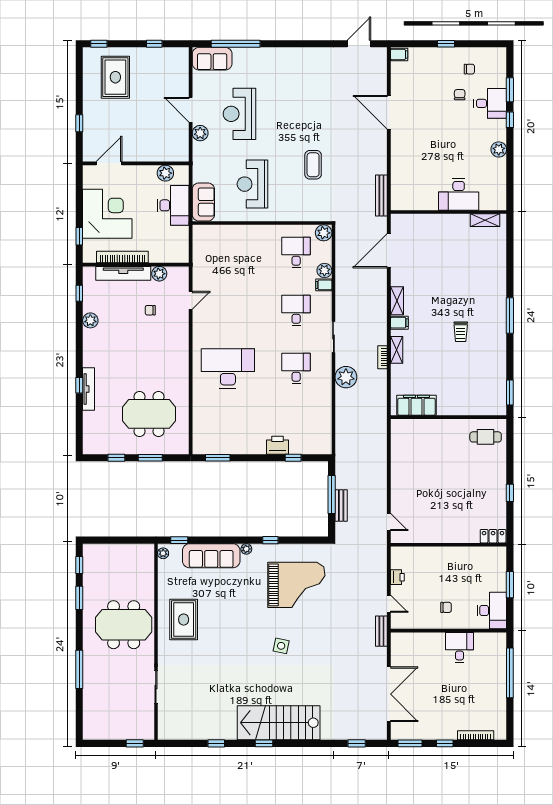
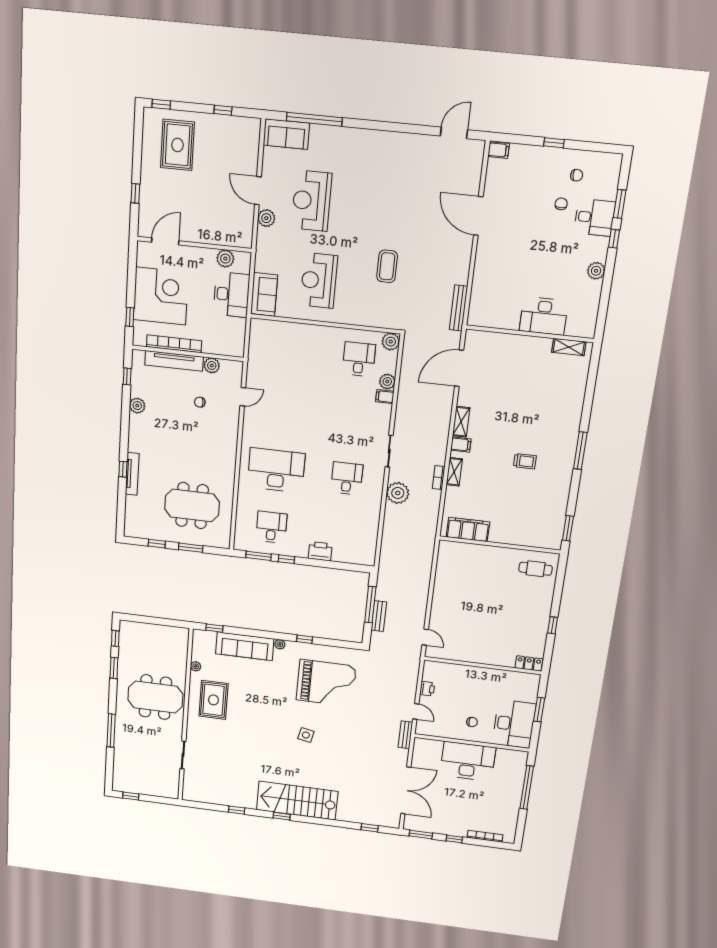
desk: (296, 310) -> (271, 527), moved
trolley: (461, 332) -> (525, 461), turned -90
window: (293, 458) -> (286, 559), moved
plant: (163, 553) -> (196, 666), moved
desk: (492, 611) -> (514, 724), width x1.36, depth x1.30
desk: (460, 647) -> (468, 761), width x1.87, depth x1.30
window: (135, 743) -> (131, 796), moved

